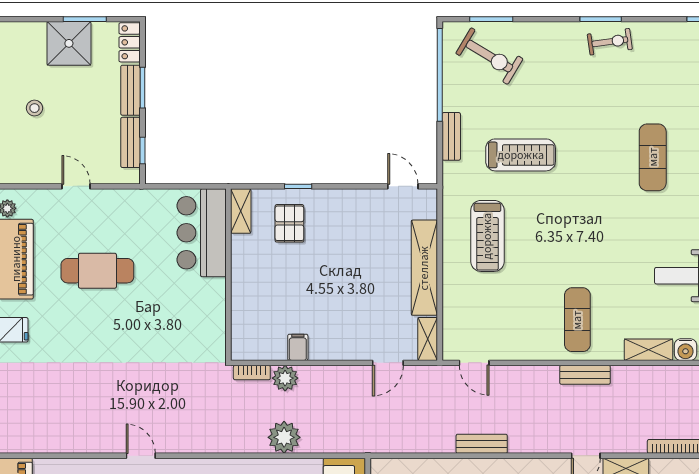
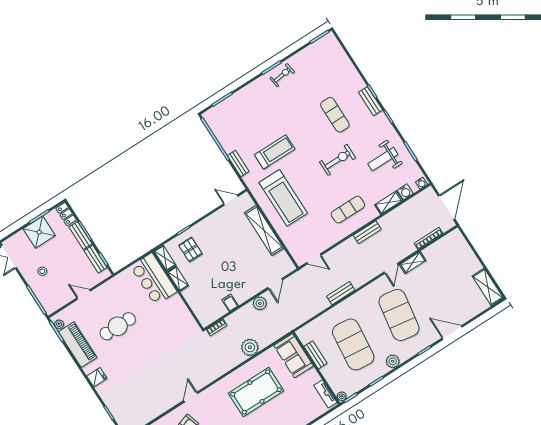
exercise bike: (489, 56) -> (337, 160), moved, turned -31
treadmill: (487, 236) -> (283, 198), width x1.37, depth x1.38
exercise mat: (577, 320) -> (348, 210), turned 90
shelving: (428, 339) -> (178, 279), moved
plant: (285, 378) -> (260, 303), moved
door: (141, 456) -> (191, 397), hinge flipped

